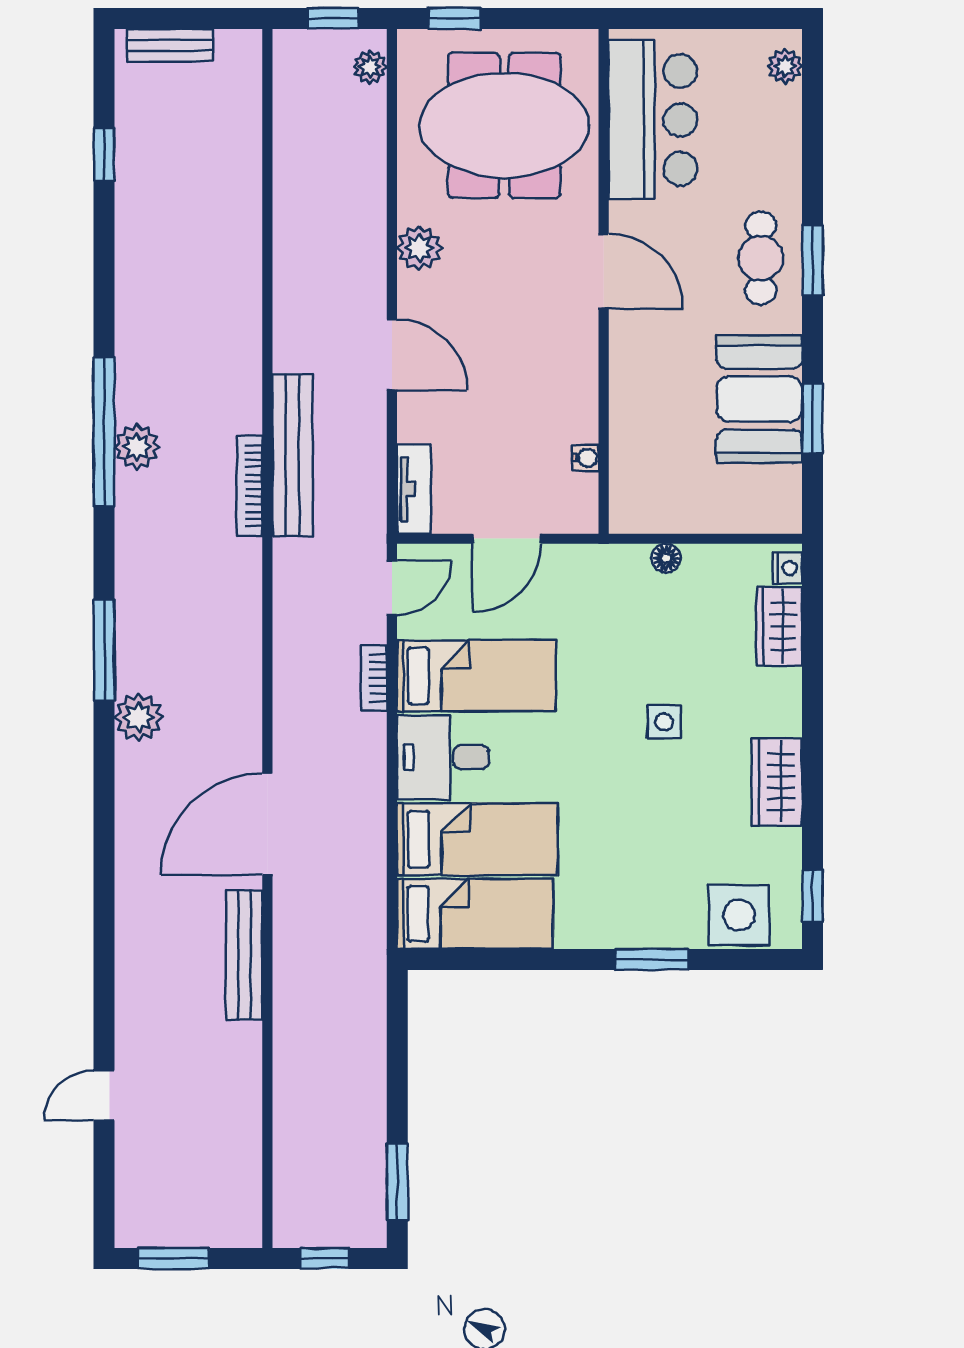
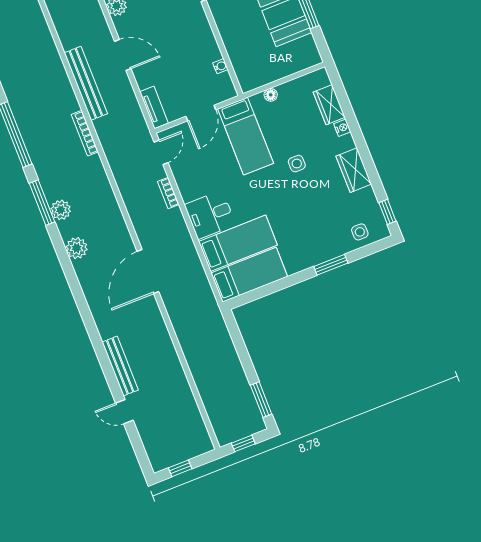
plant: (137, 447) -> (61, 210), moved
bench: (292, 455) -> (86, 83), moved
nightstand: (787, 568) -> (342, 128), moved
window: (104, 650) -> (42, 203), moved
bed: (476, 676) -> (246, 136), moved, turned 90
side table: (739, 915) -> (360, 232), width x0.54, depth x0.54
bench: (244, 955) -> (120, 366), moved
door: (104, 1095) -> (124, 412), hinge flipped
window: (173, 1258) -> (180, 468), width x0.67

